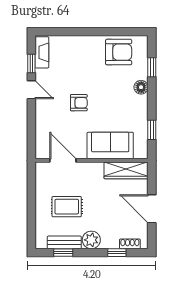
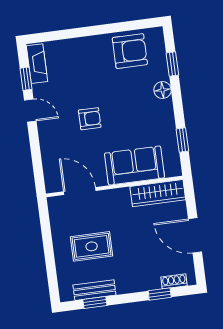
plant: (91, 240) -> (127, 283), removed

